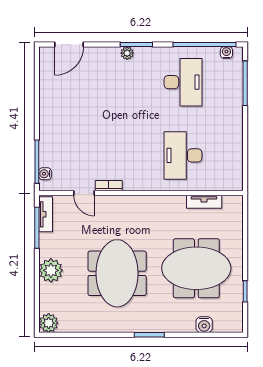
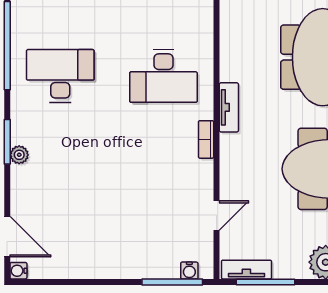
water cooler: (226, 53) -> (18, 271), moved
bookcase: (109, 186) -> (206, 139), moved
tv unit: (204, 202) -> (229, 107), moved

